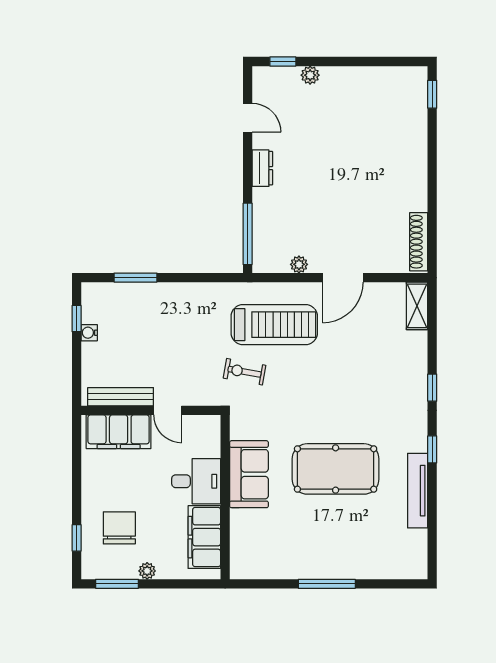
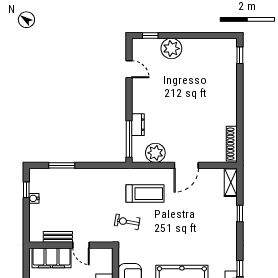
plant: (310, 75) -> (171, 49), width x1.87, depth x1.87
dresser: (262, 168) -> (138, 125), moved
plant: (299, 264) -> (155, 153), width x1.88, depth x1.88
treadmill: (274, 325) -> (145, 194), width x0.73, depth x0.73
window: (432, 388) -> (240, 214), moved
bench: (121, 397) -> (58, 237), width x0.73

